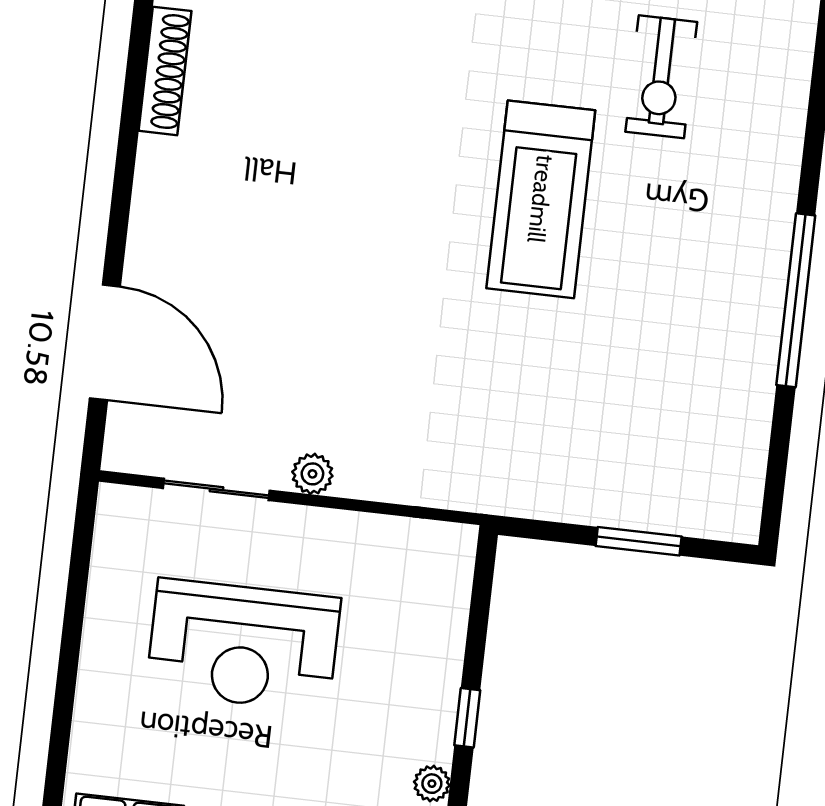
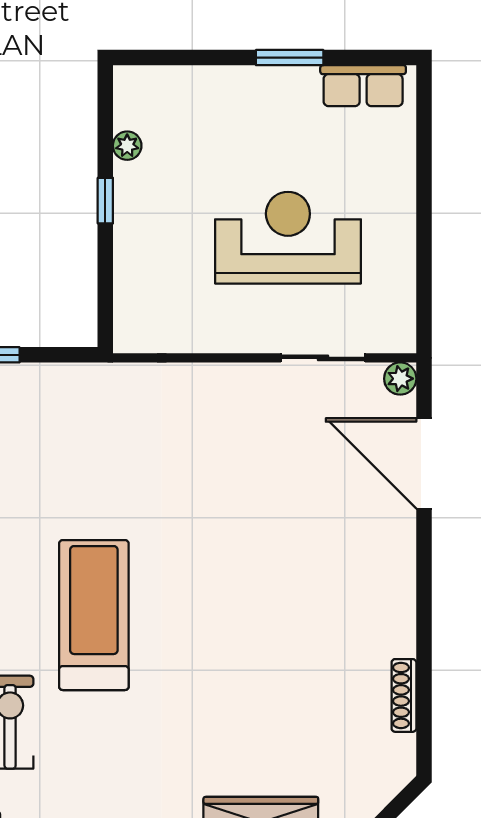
shoe rack: (165, 71) -> (404, 695), width x0.74, depth x0.81
plant: (312, 474) -> (400, 379), moved

